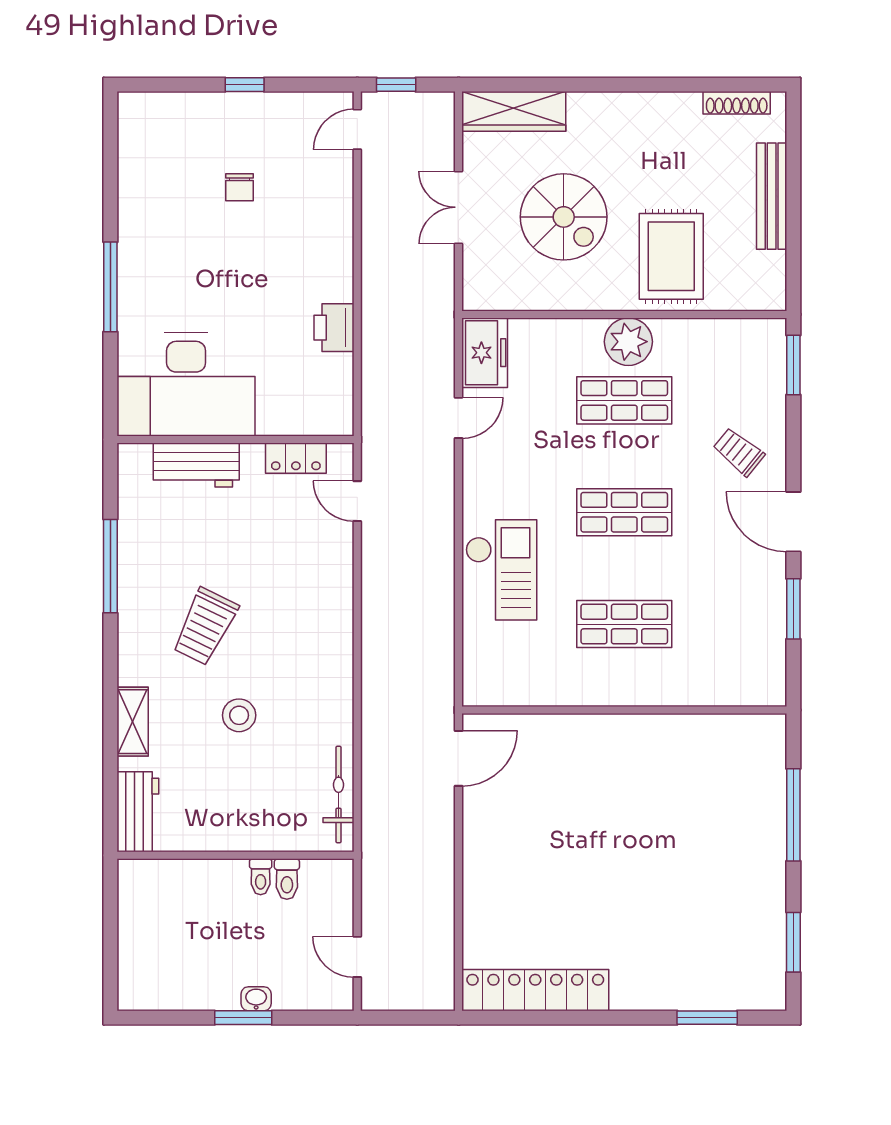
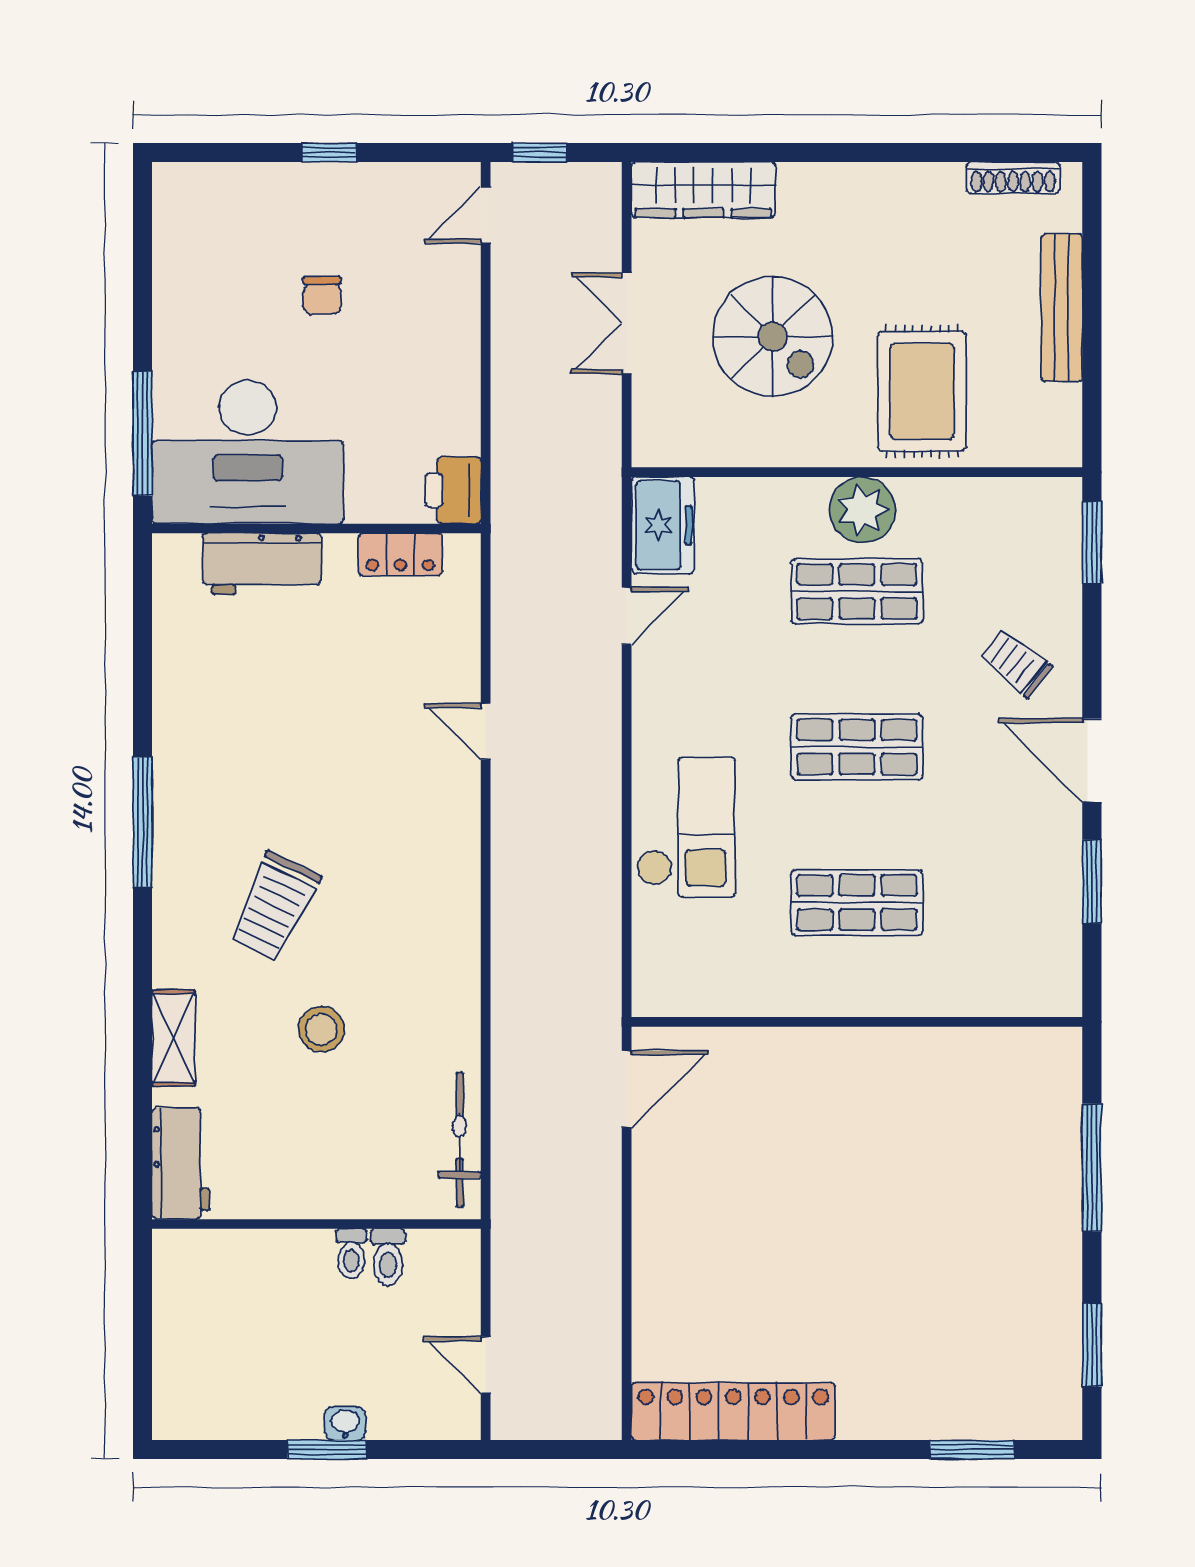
desk: (186, 385) -> (248, 452), moved
wall: (235, 440) -> (316, 528), moved
locker: (296, 458) -> (400, 554), moved
workbench: (196, 465) -> (262, 564), moved

